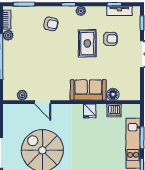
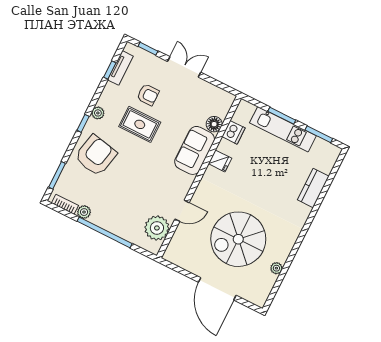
armchair: (51, 24) -> (96, 155), width x1.88, depth x1.88
armchair: (110, 39) -> (148, 95), turned 90
plant: (22, 95) -> (157, 228), width x1.88, depth x1.88

